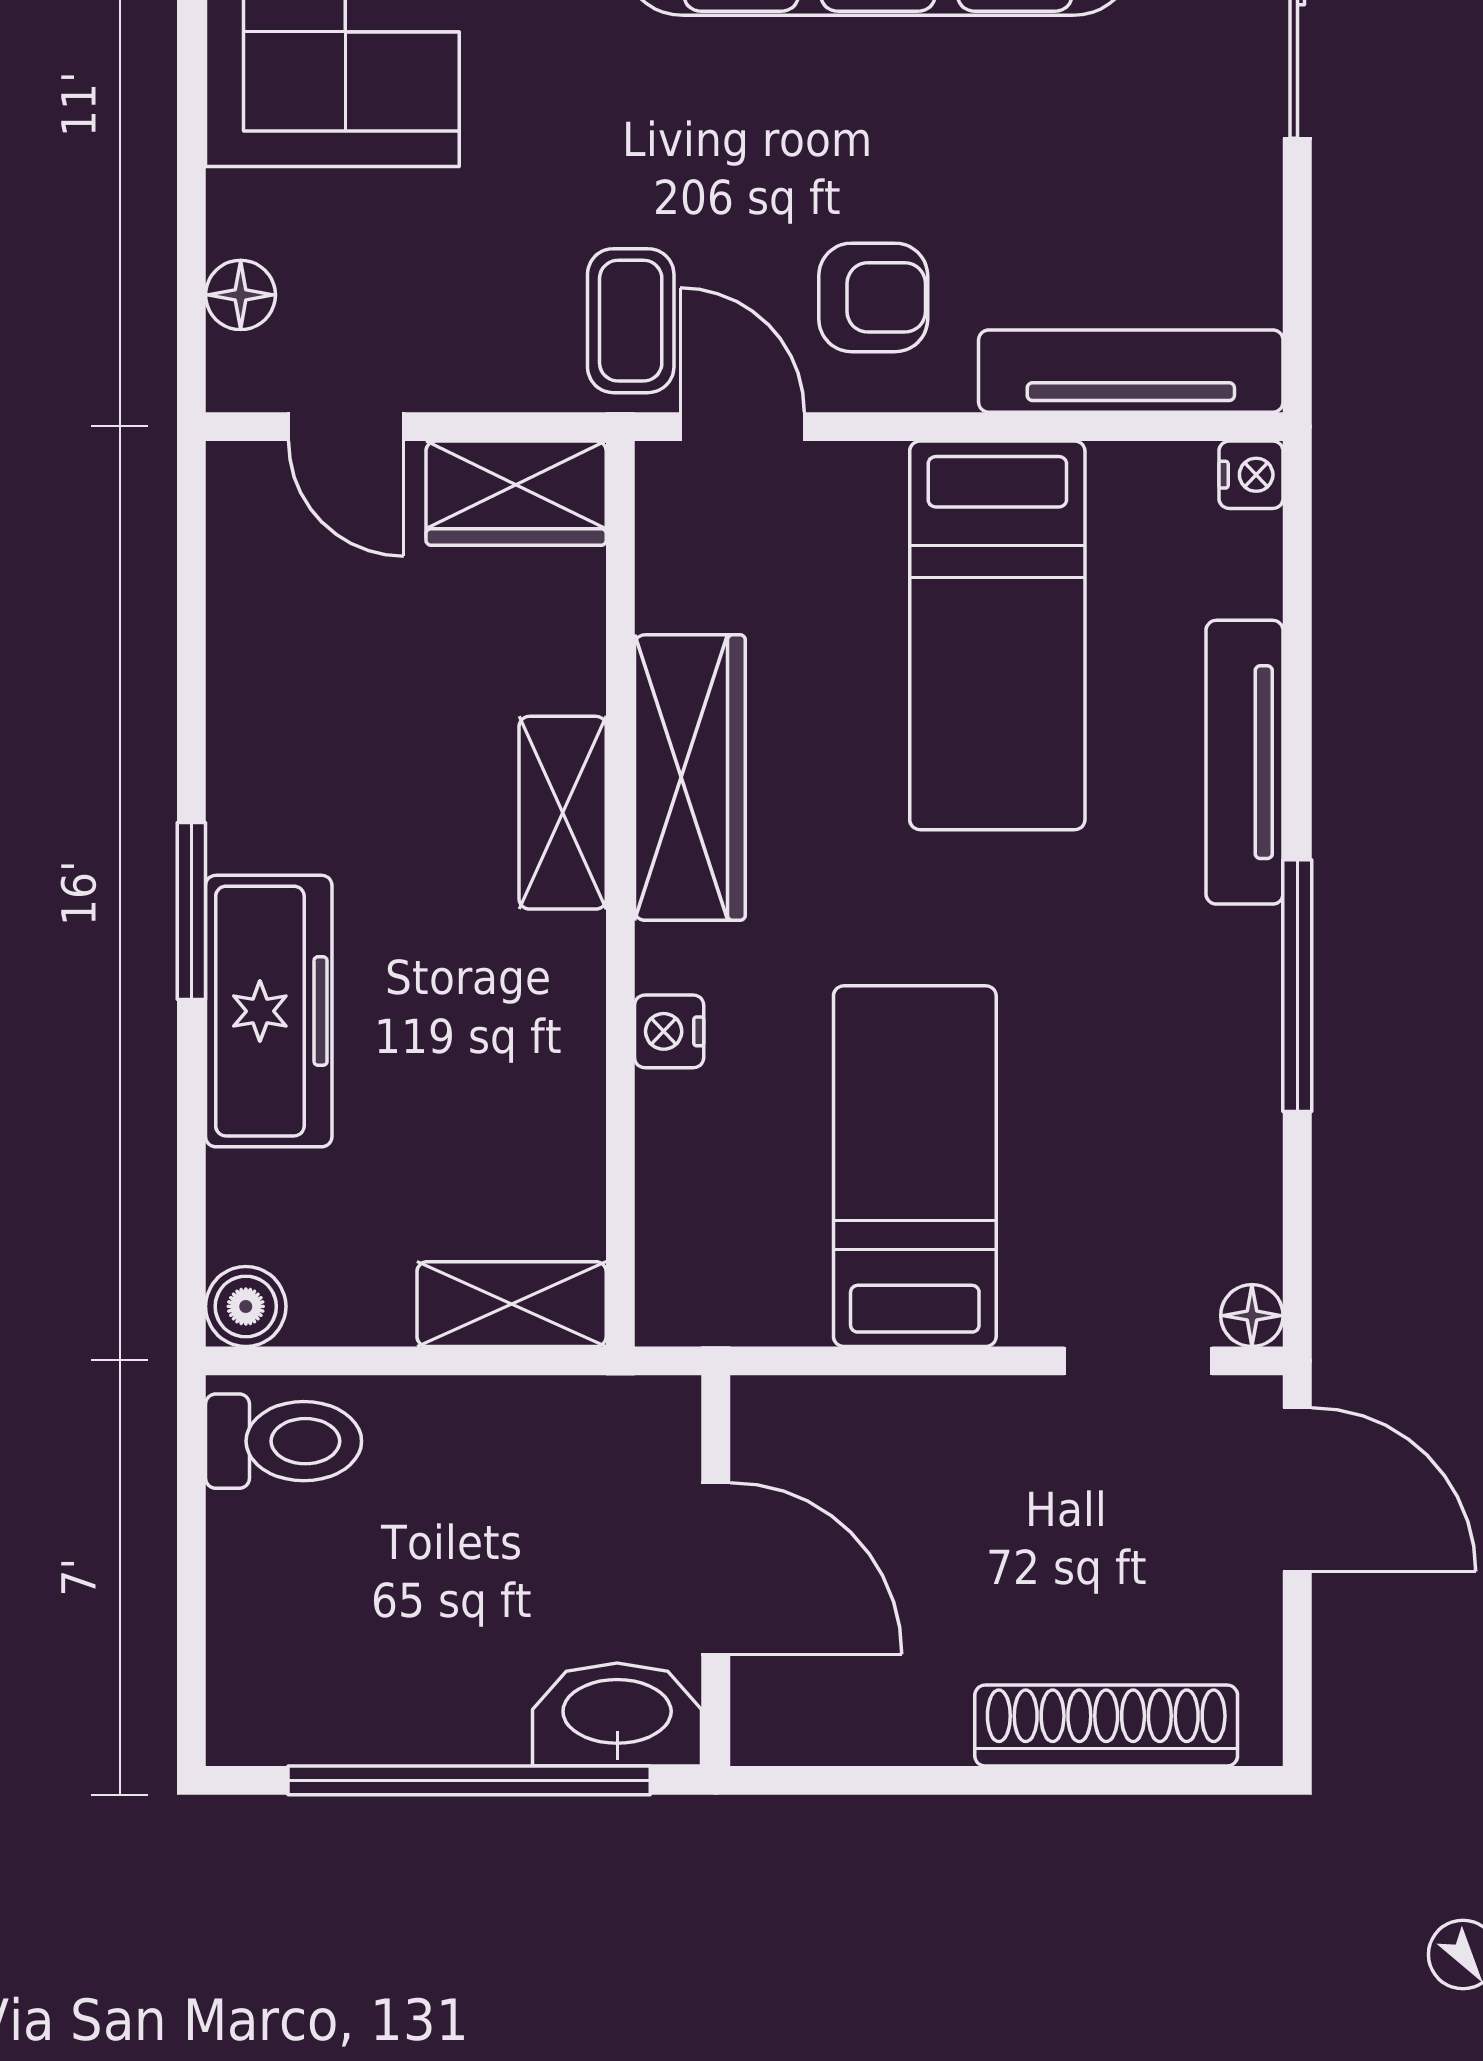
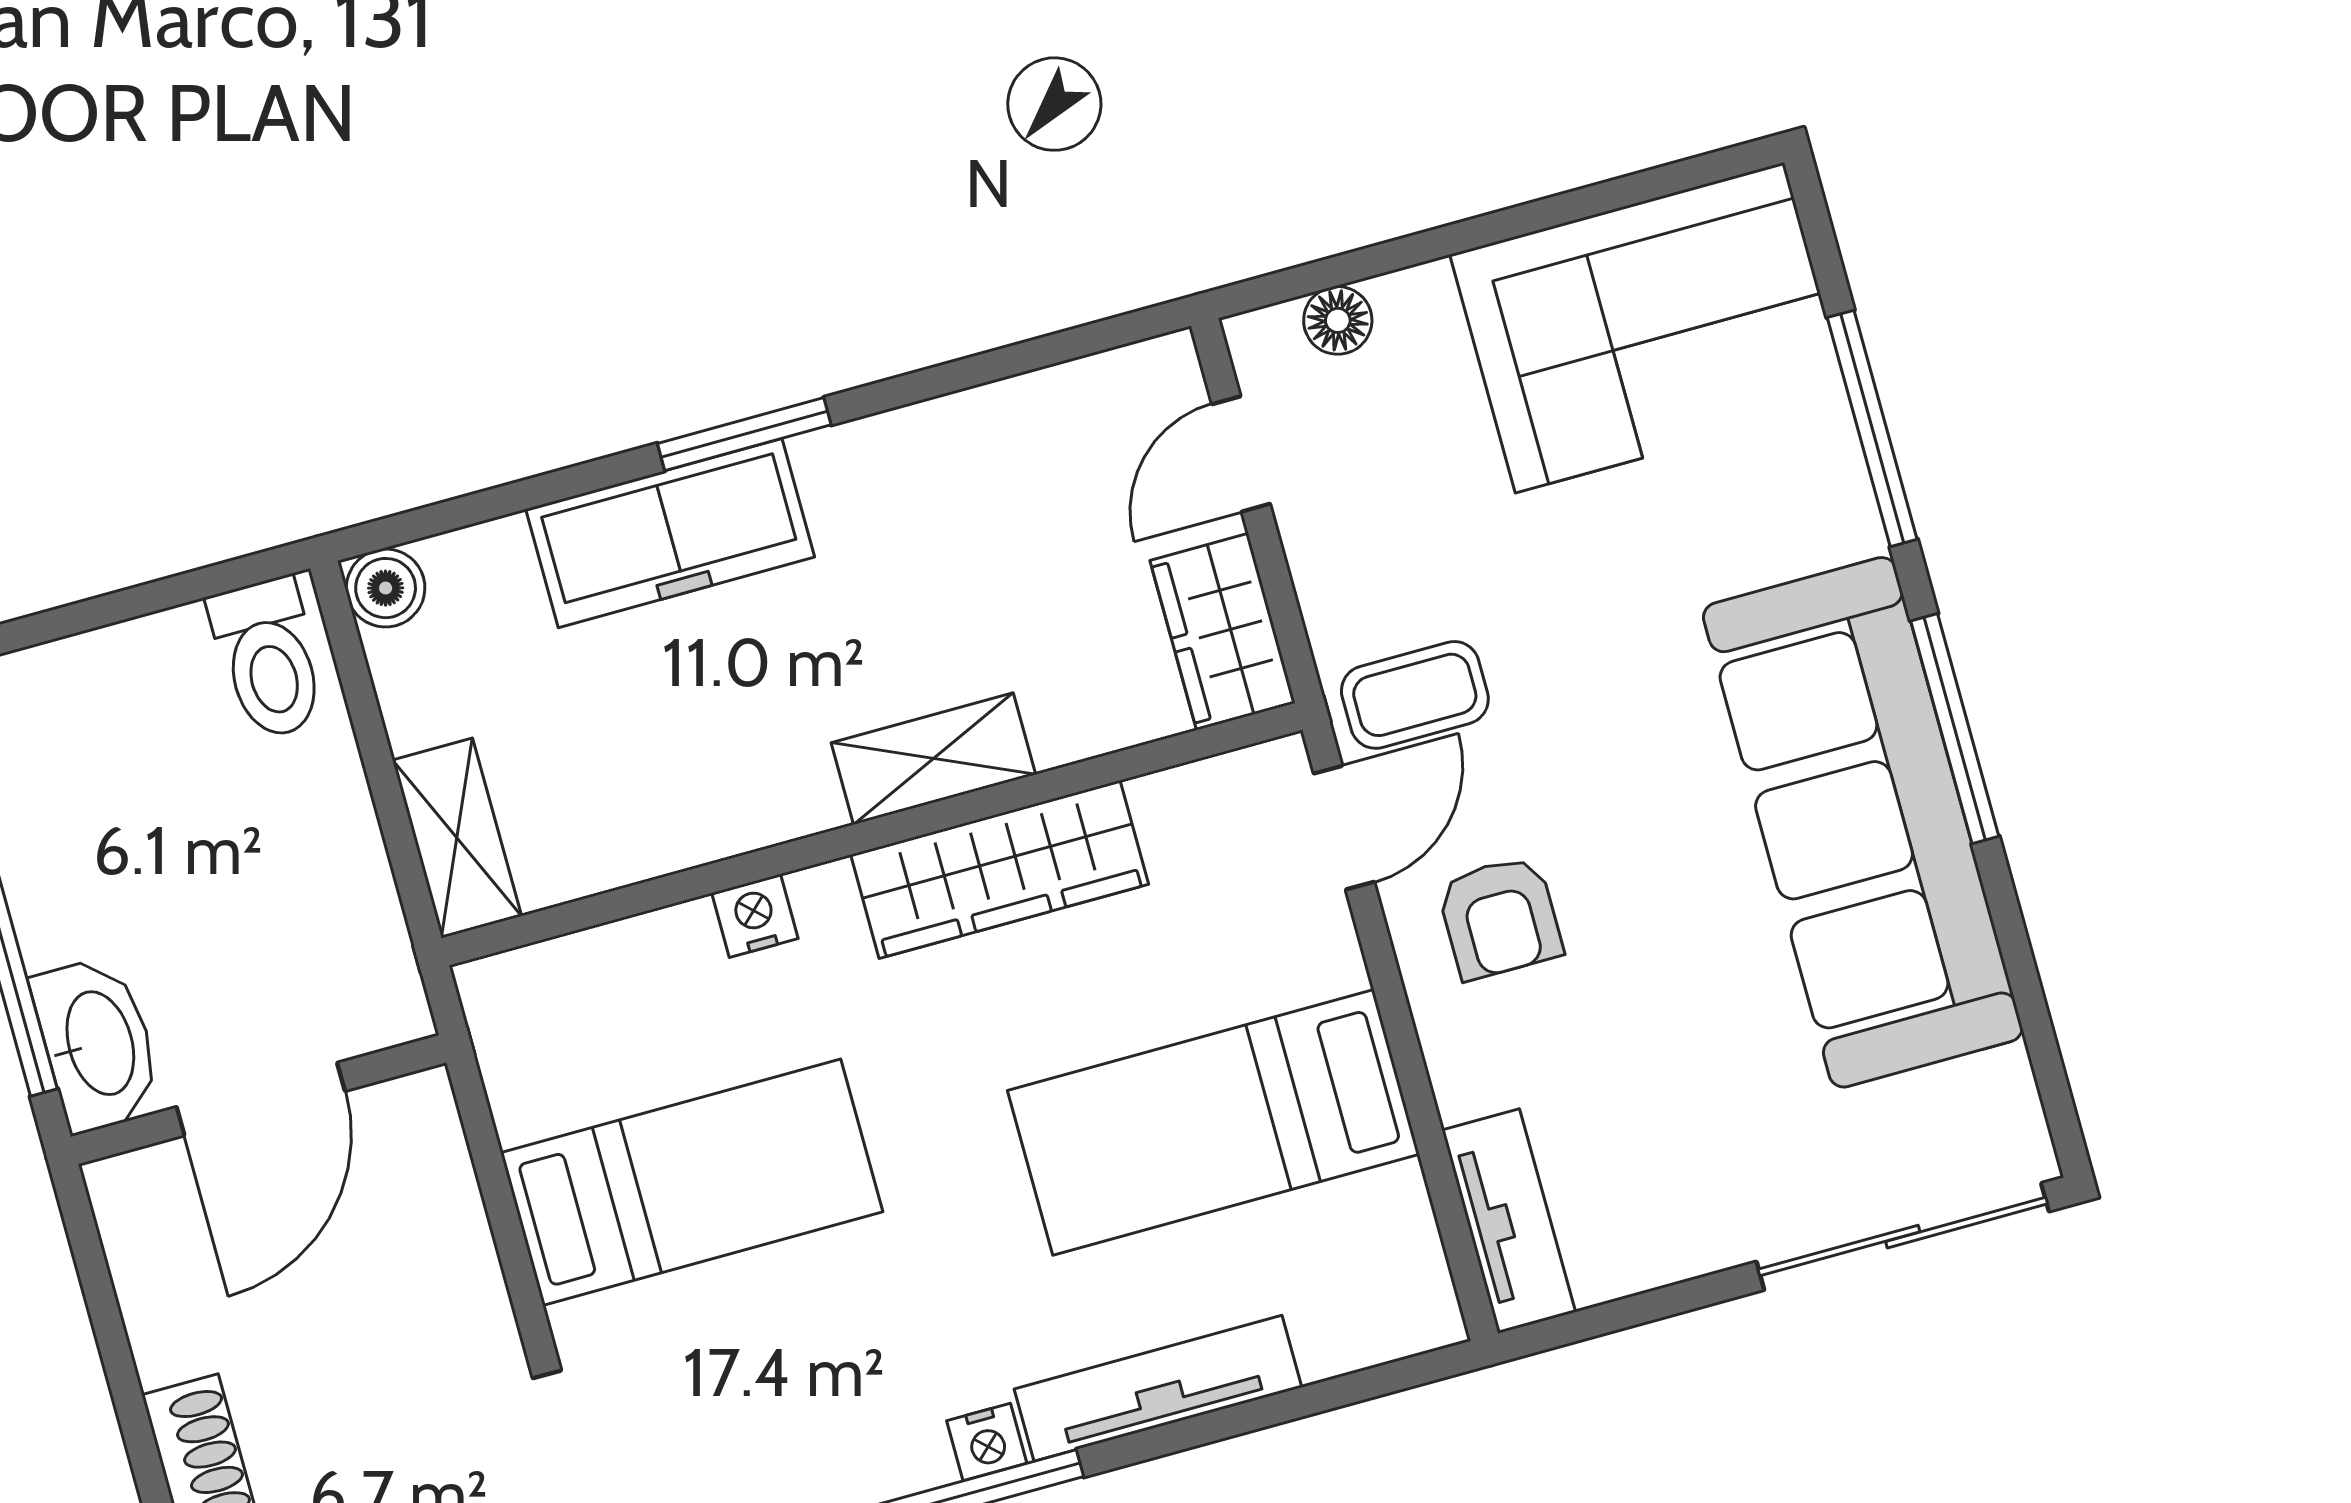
tv unit: (1131, 371) -> (1509, 1221), width x0.71
nightstand: (1251, 475) -> (987, 1442), moved

